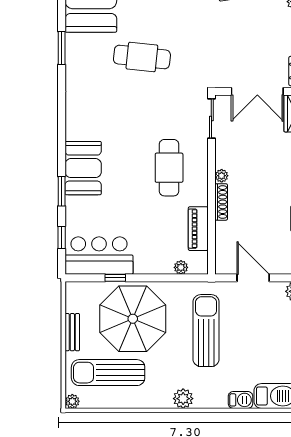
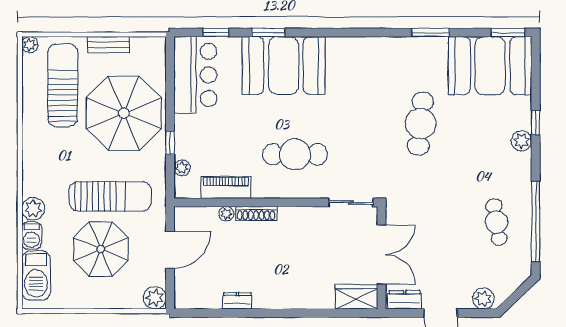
double door: (257, 91) -> (381, 254), swing flipped
booth: (83, 168) -> (284, 65), width x1.36, depth x1.42
plant: (222, 176) -> (226, 214), moved
window: (115, 278) -> (170, 143), moved
parasol: (253, 339) -> (101, 249), added
plant: (183, 399) -> (33, 209), moved

